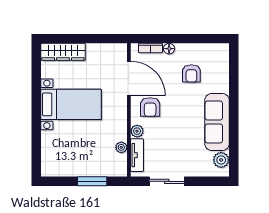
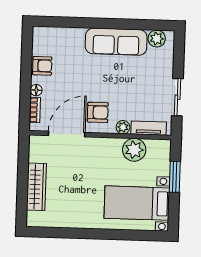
wardrobe: (63, 52) -> (36, 187), moved
armchair: (191, 73) -> (42, 66), moved
bed with nightstands: (71, 104) -> (137, 203), moved, turned -90
plant: (121, 147) -> (134, 150), width x1.88, depth x1.88

